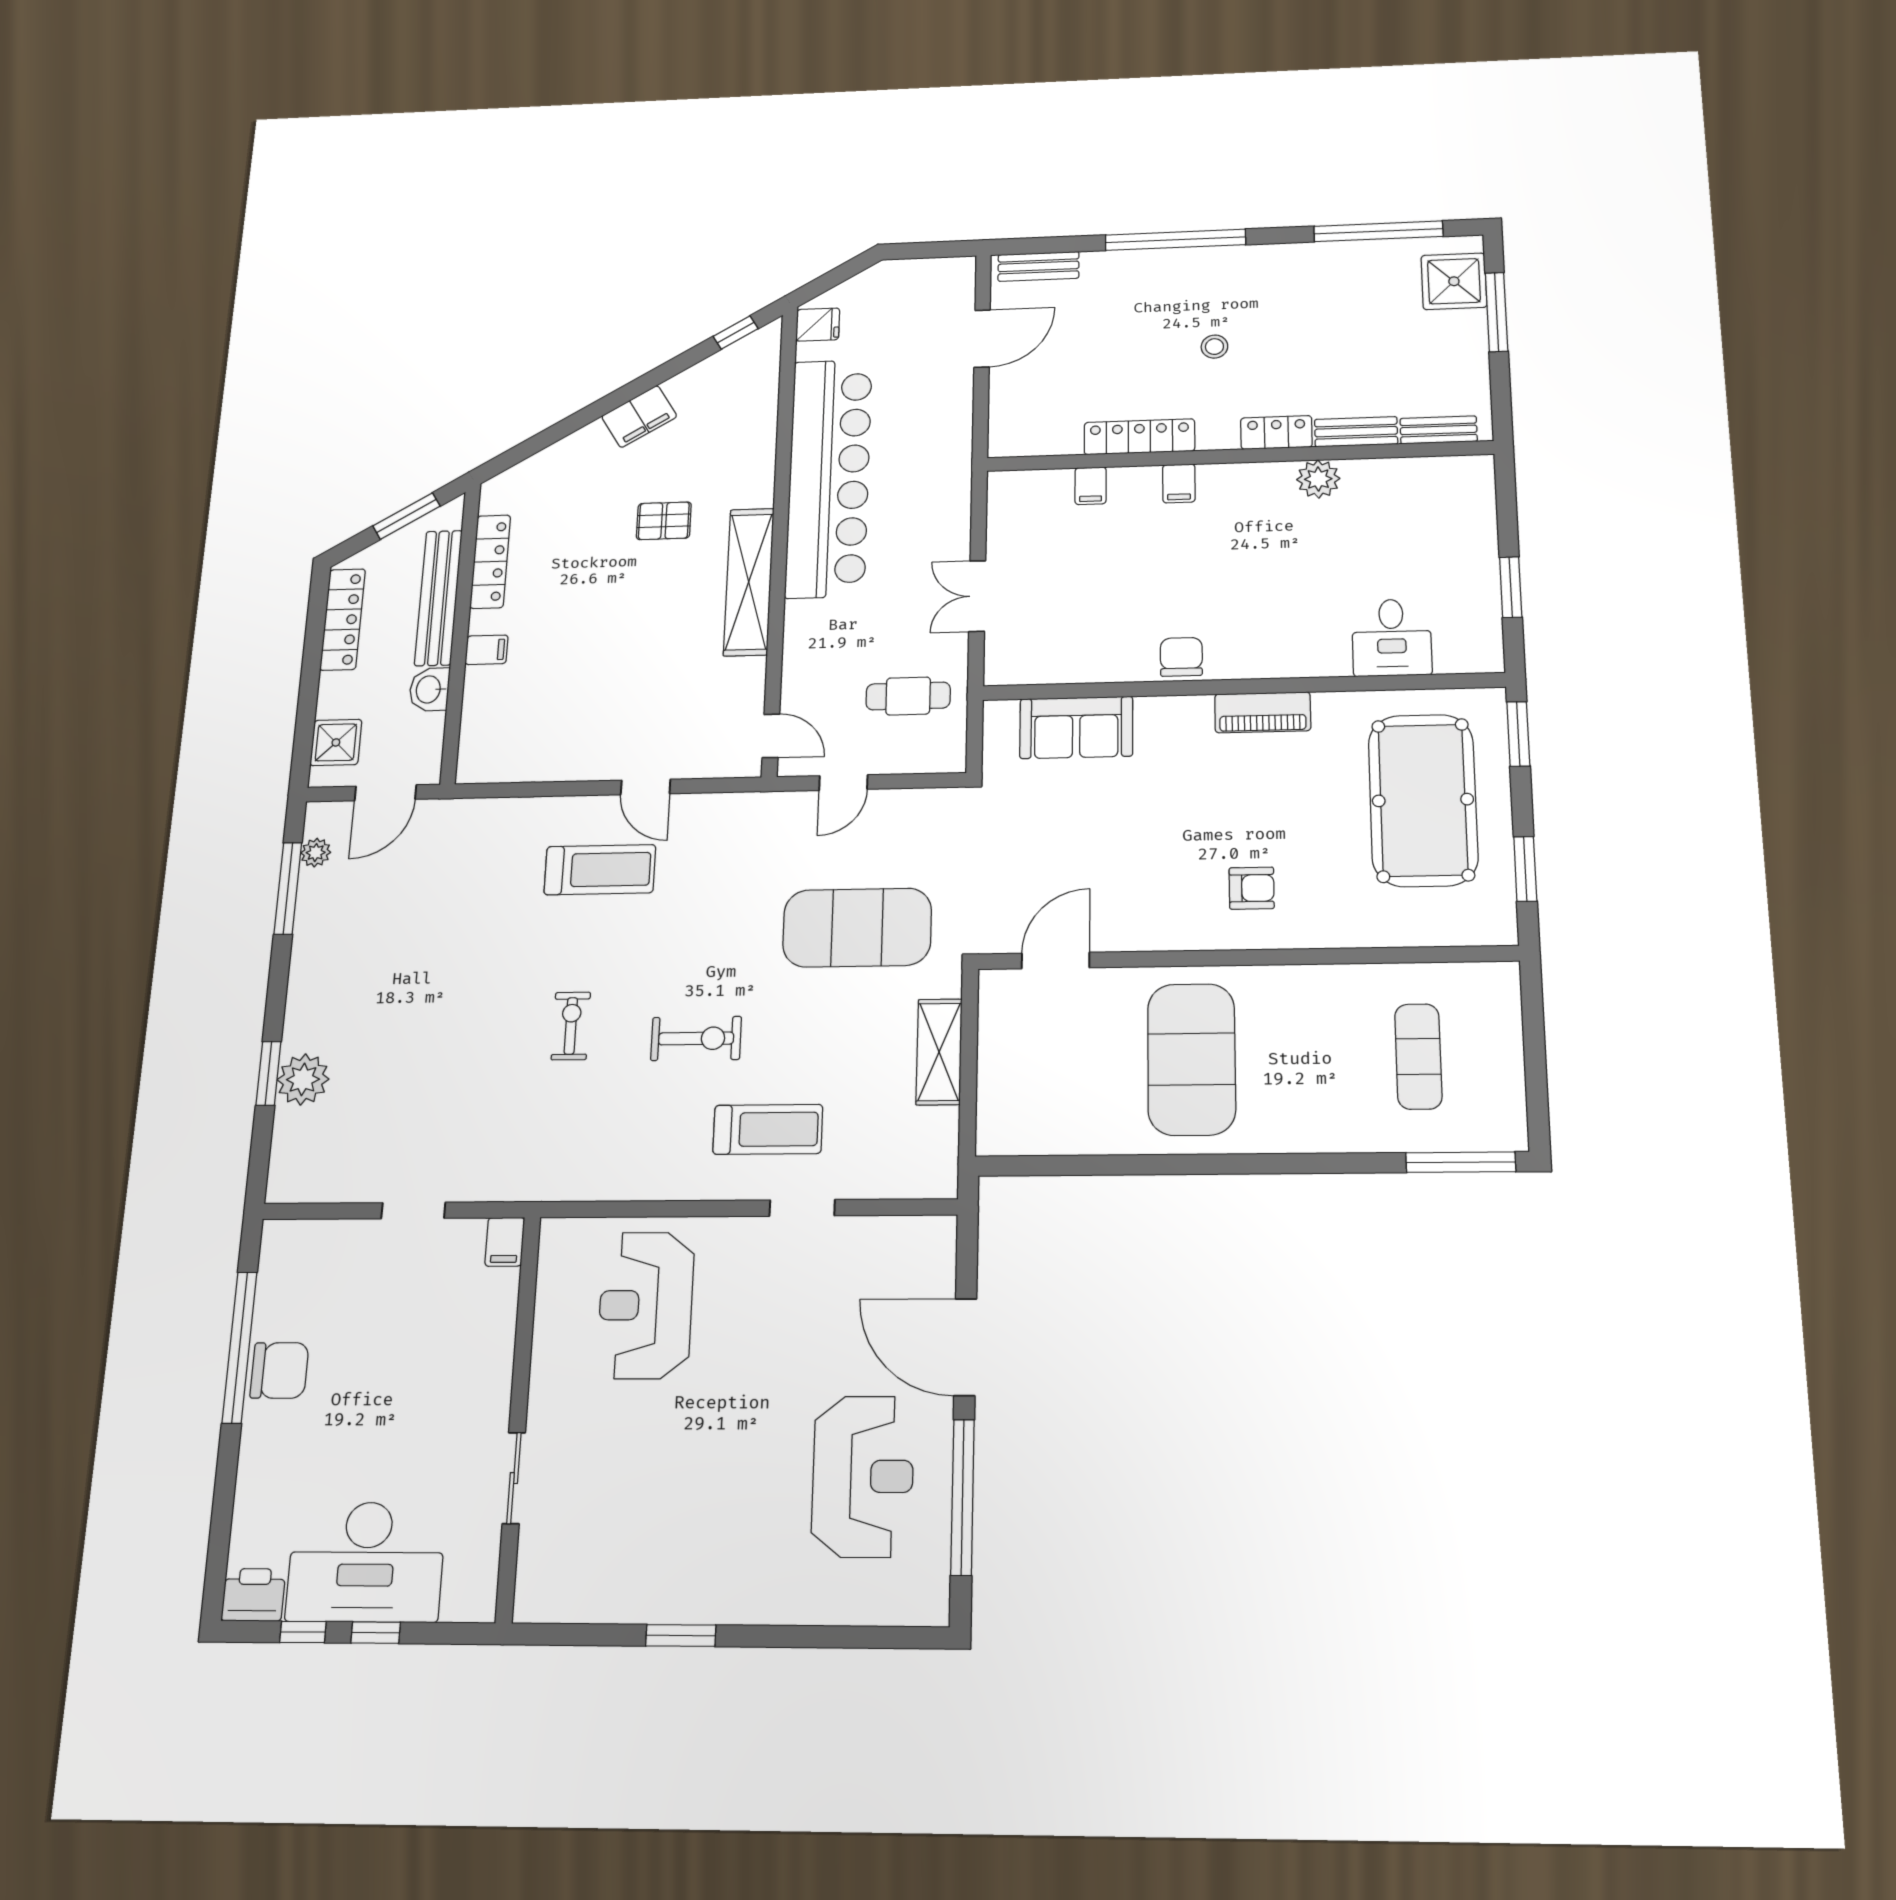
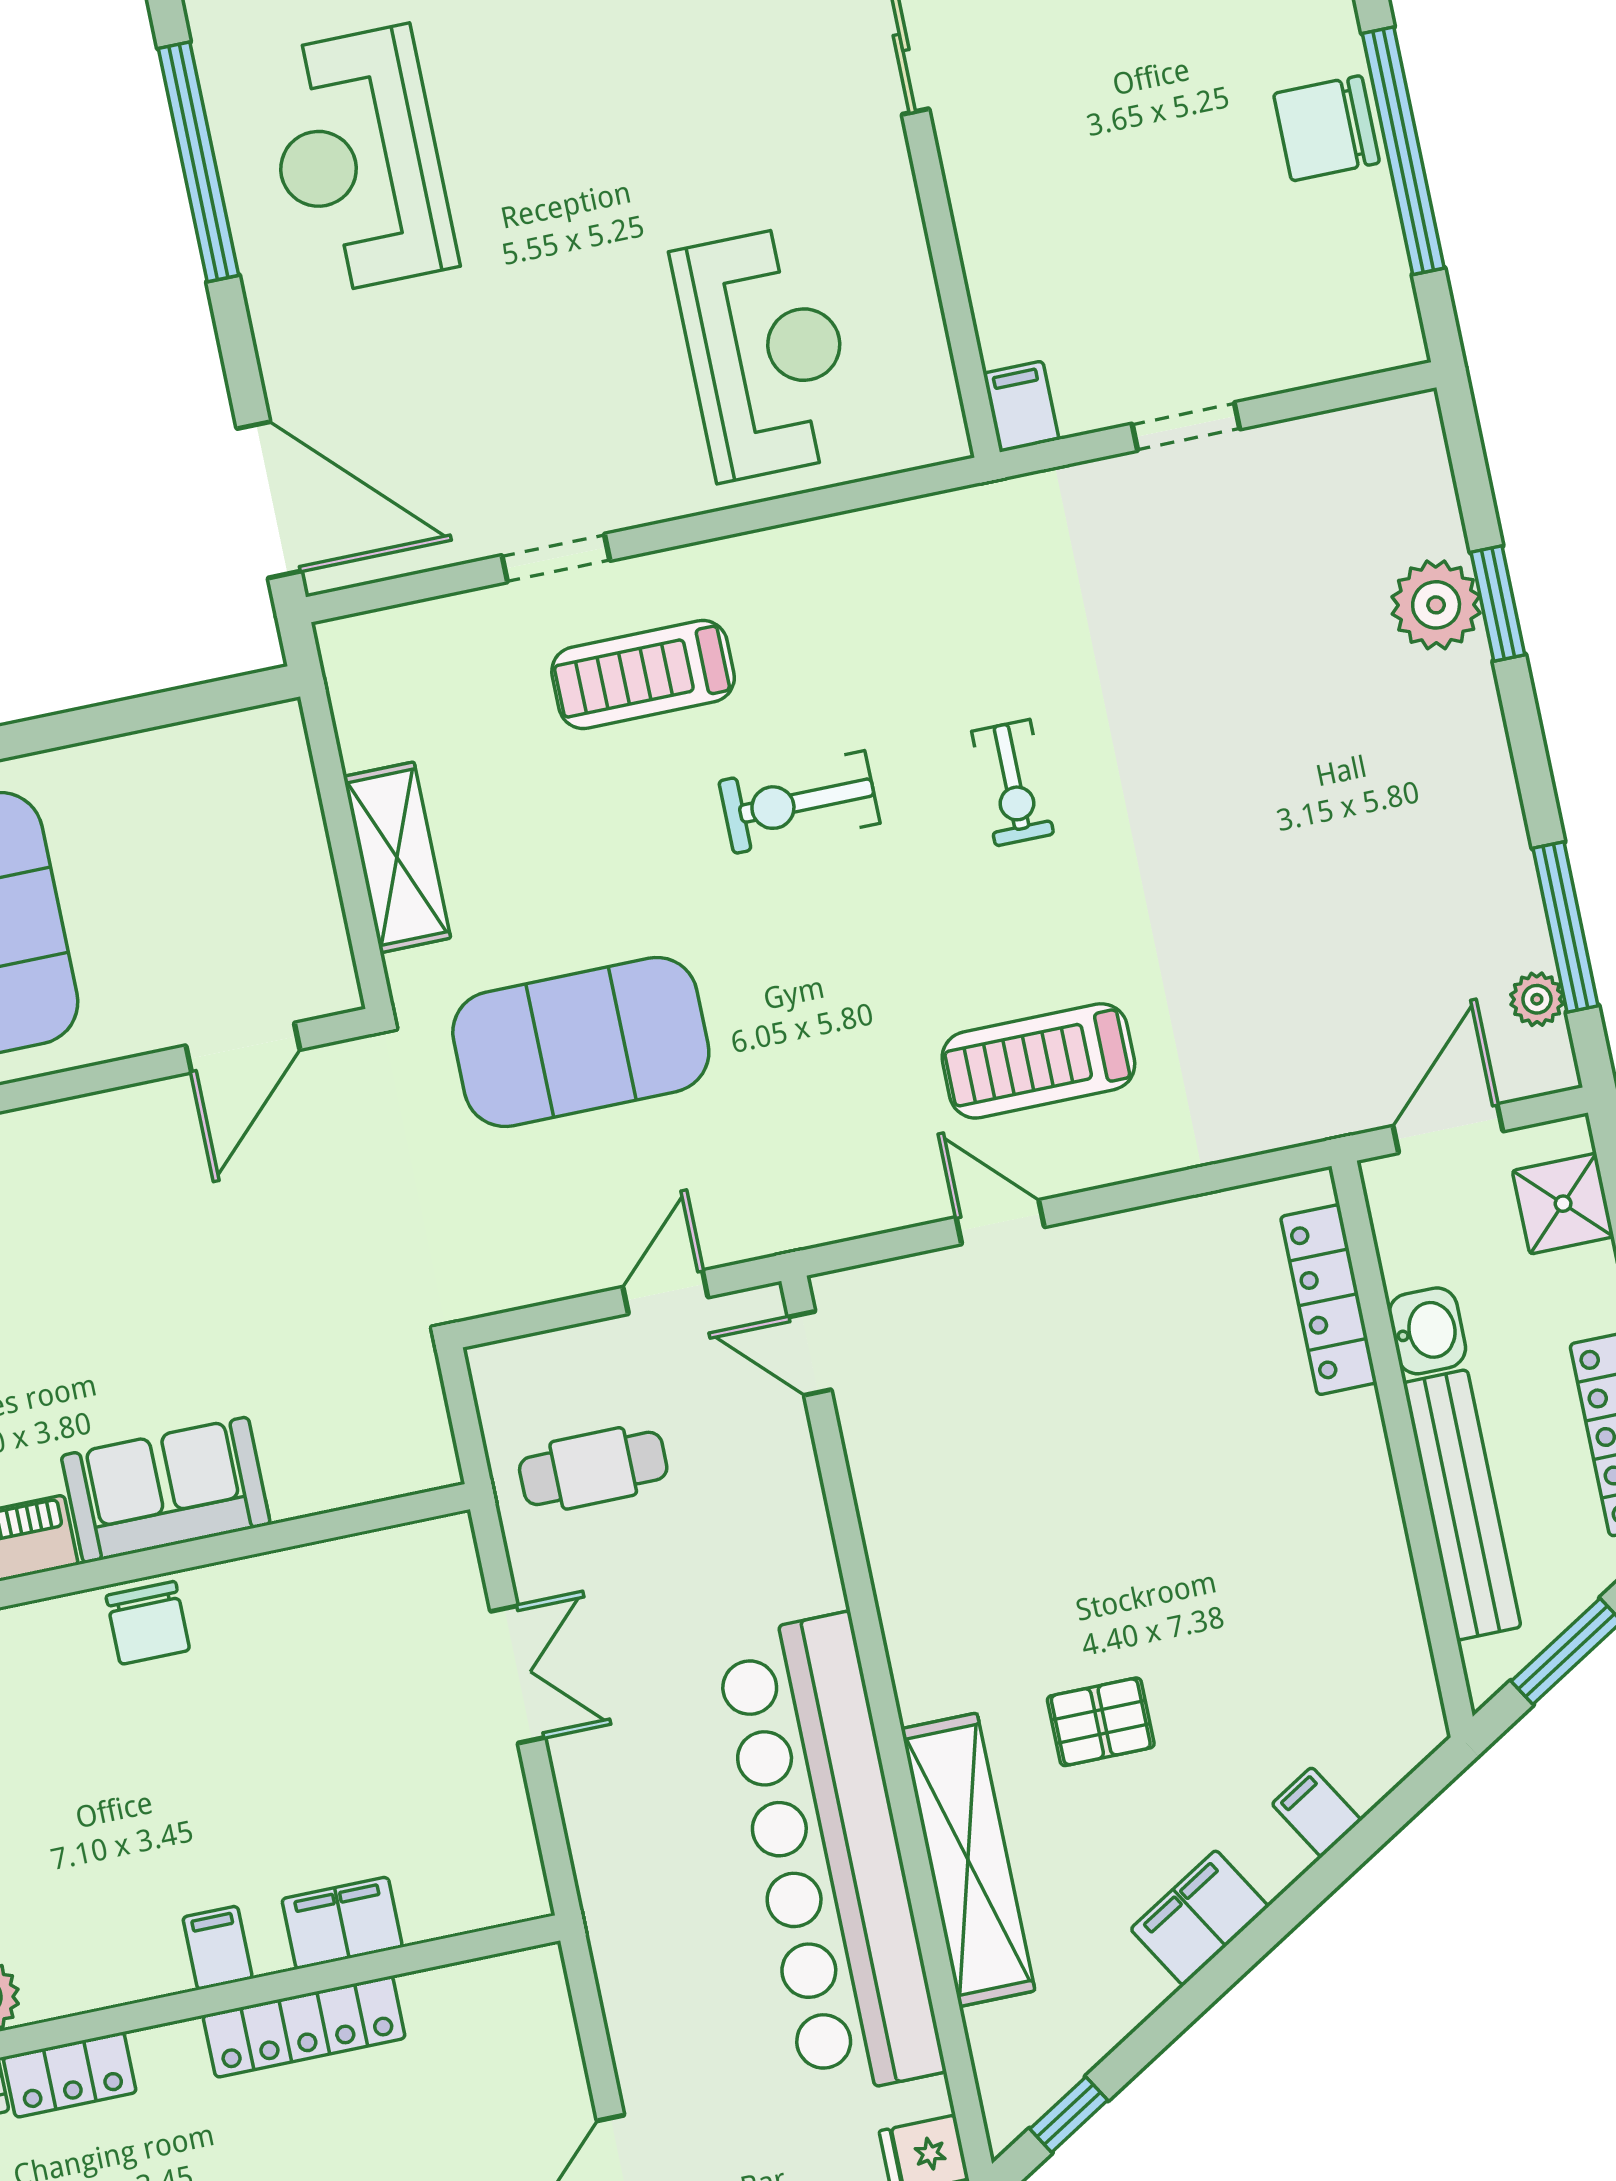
filing cabinet: (1091, 486) -> (342, 1923), width x2.00
locker: (490, 562) -> (1329, 1300), moved
shelving: (749, 582) -> (968, 1860), moved
filing cabinet: (487, 650) -> (1316, 1812), moved, turned 59
sofa: (1076, 727) -> (166, 1490), moved
door: (965, 1347) -> (269, 500), moved

